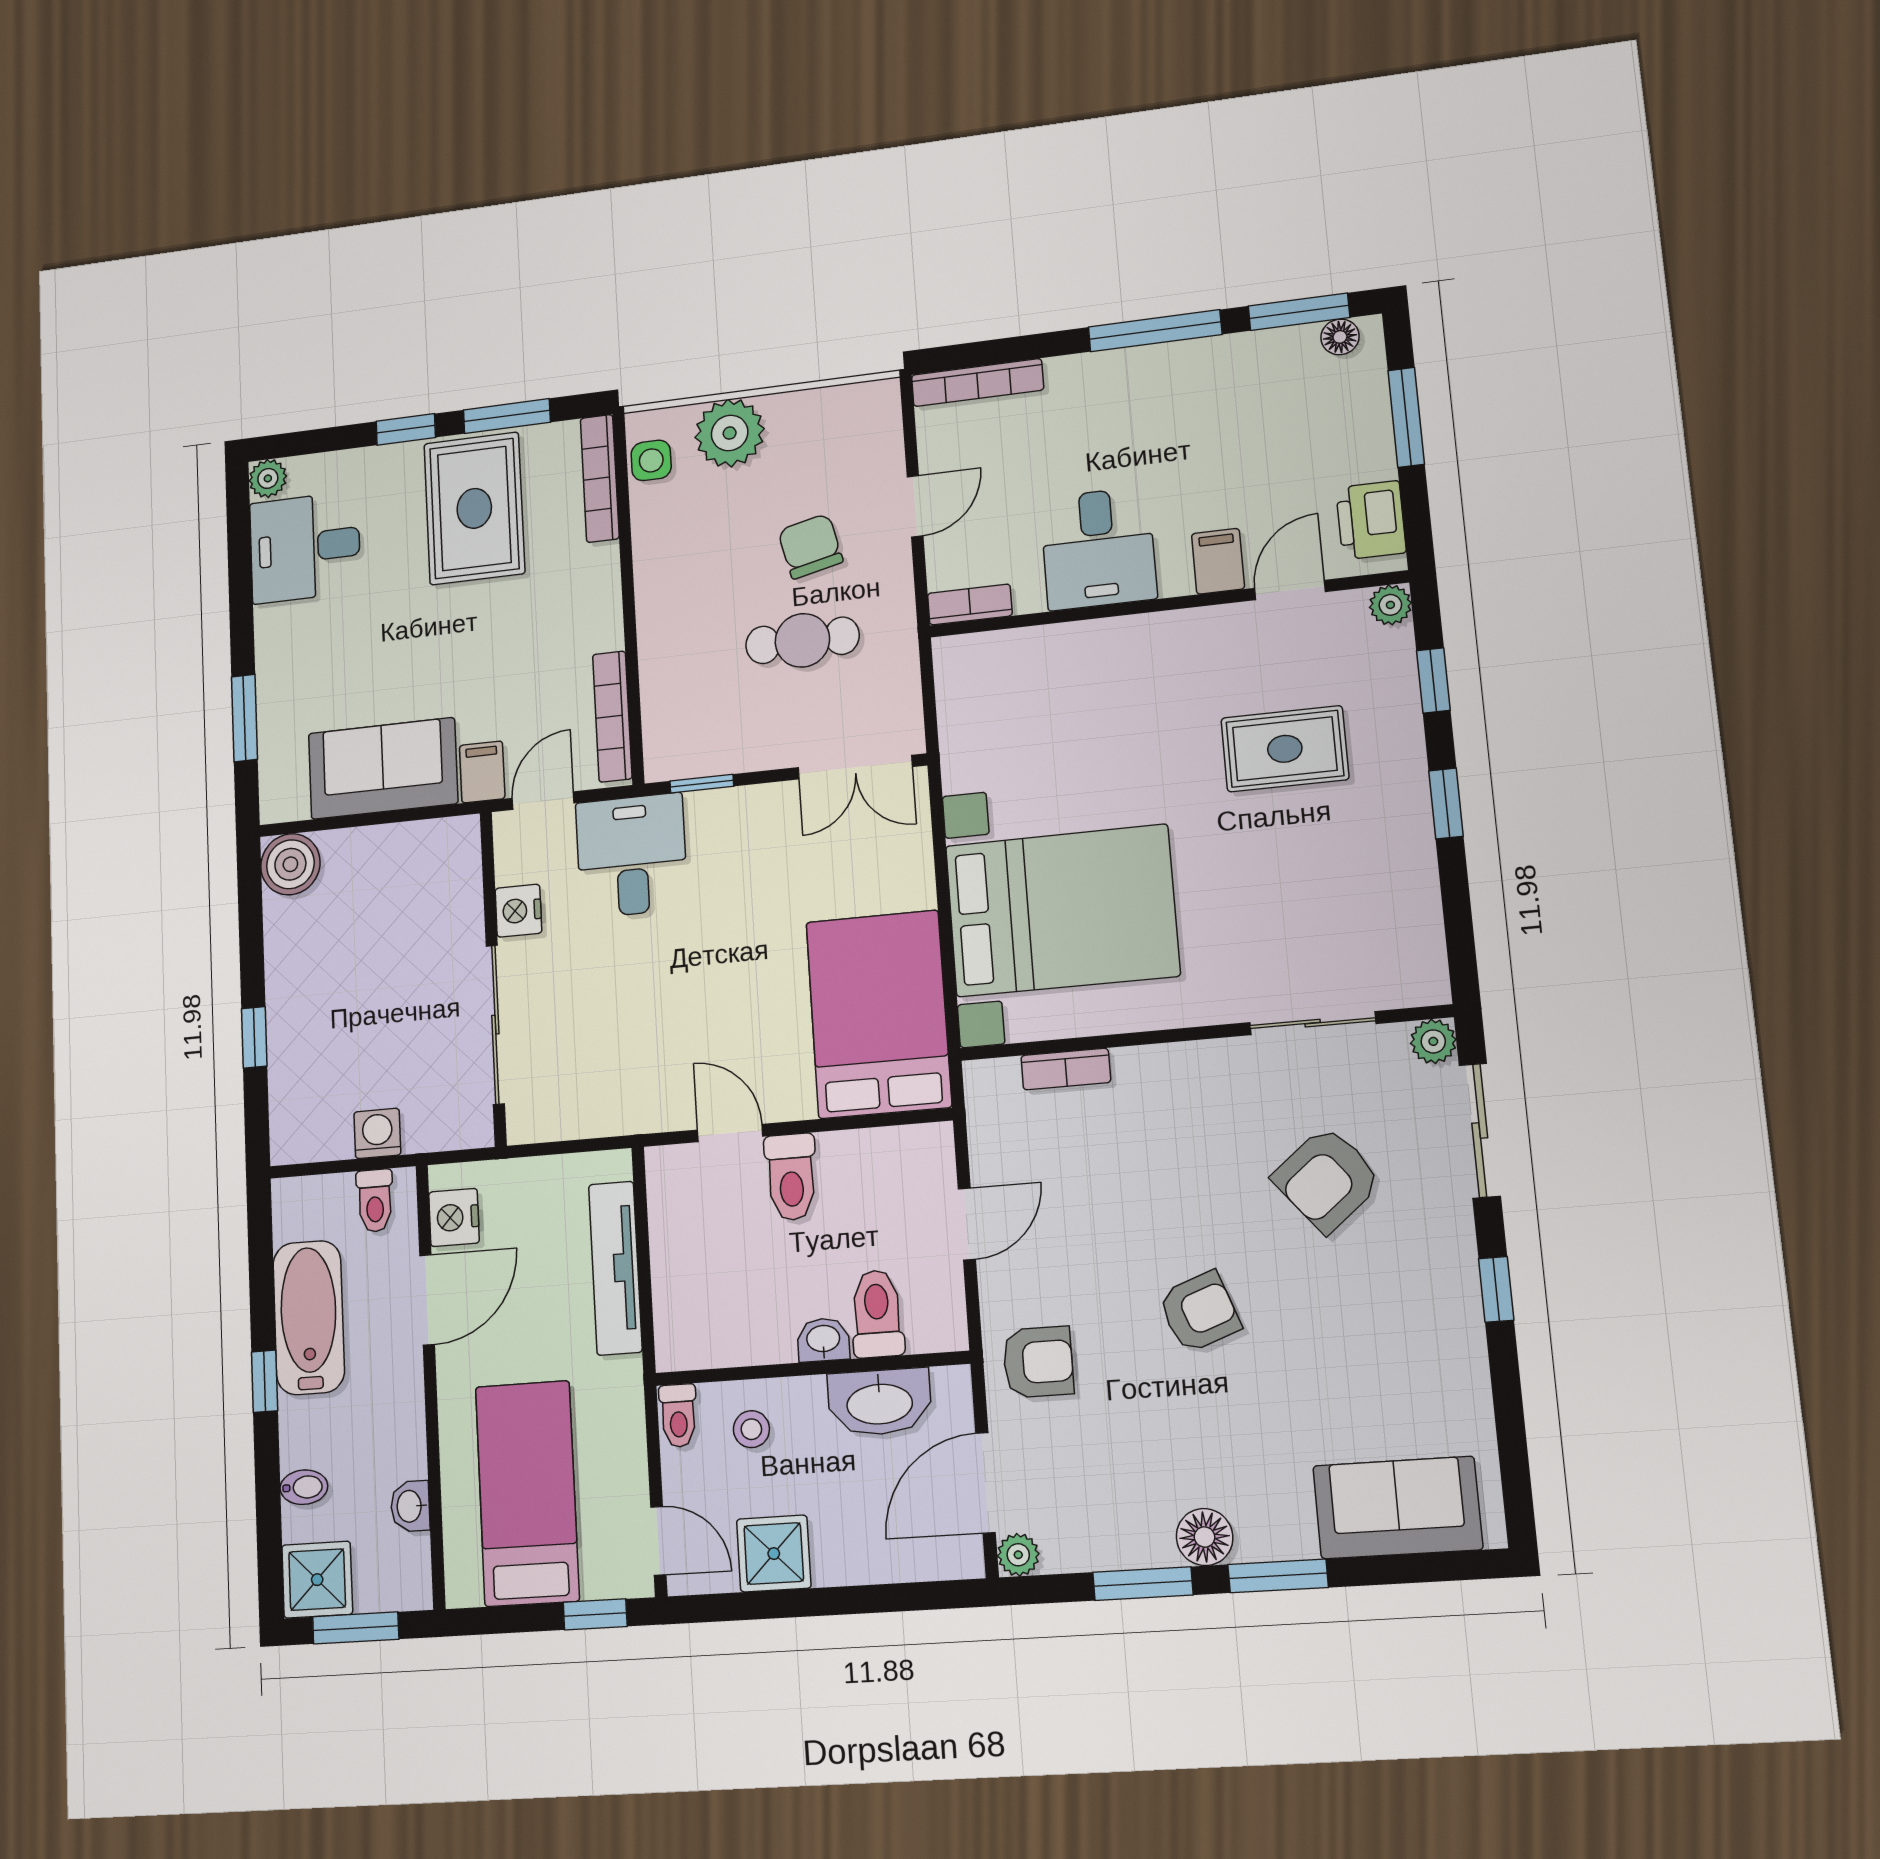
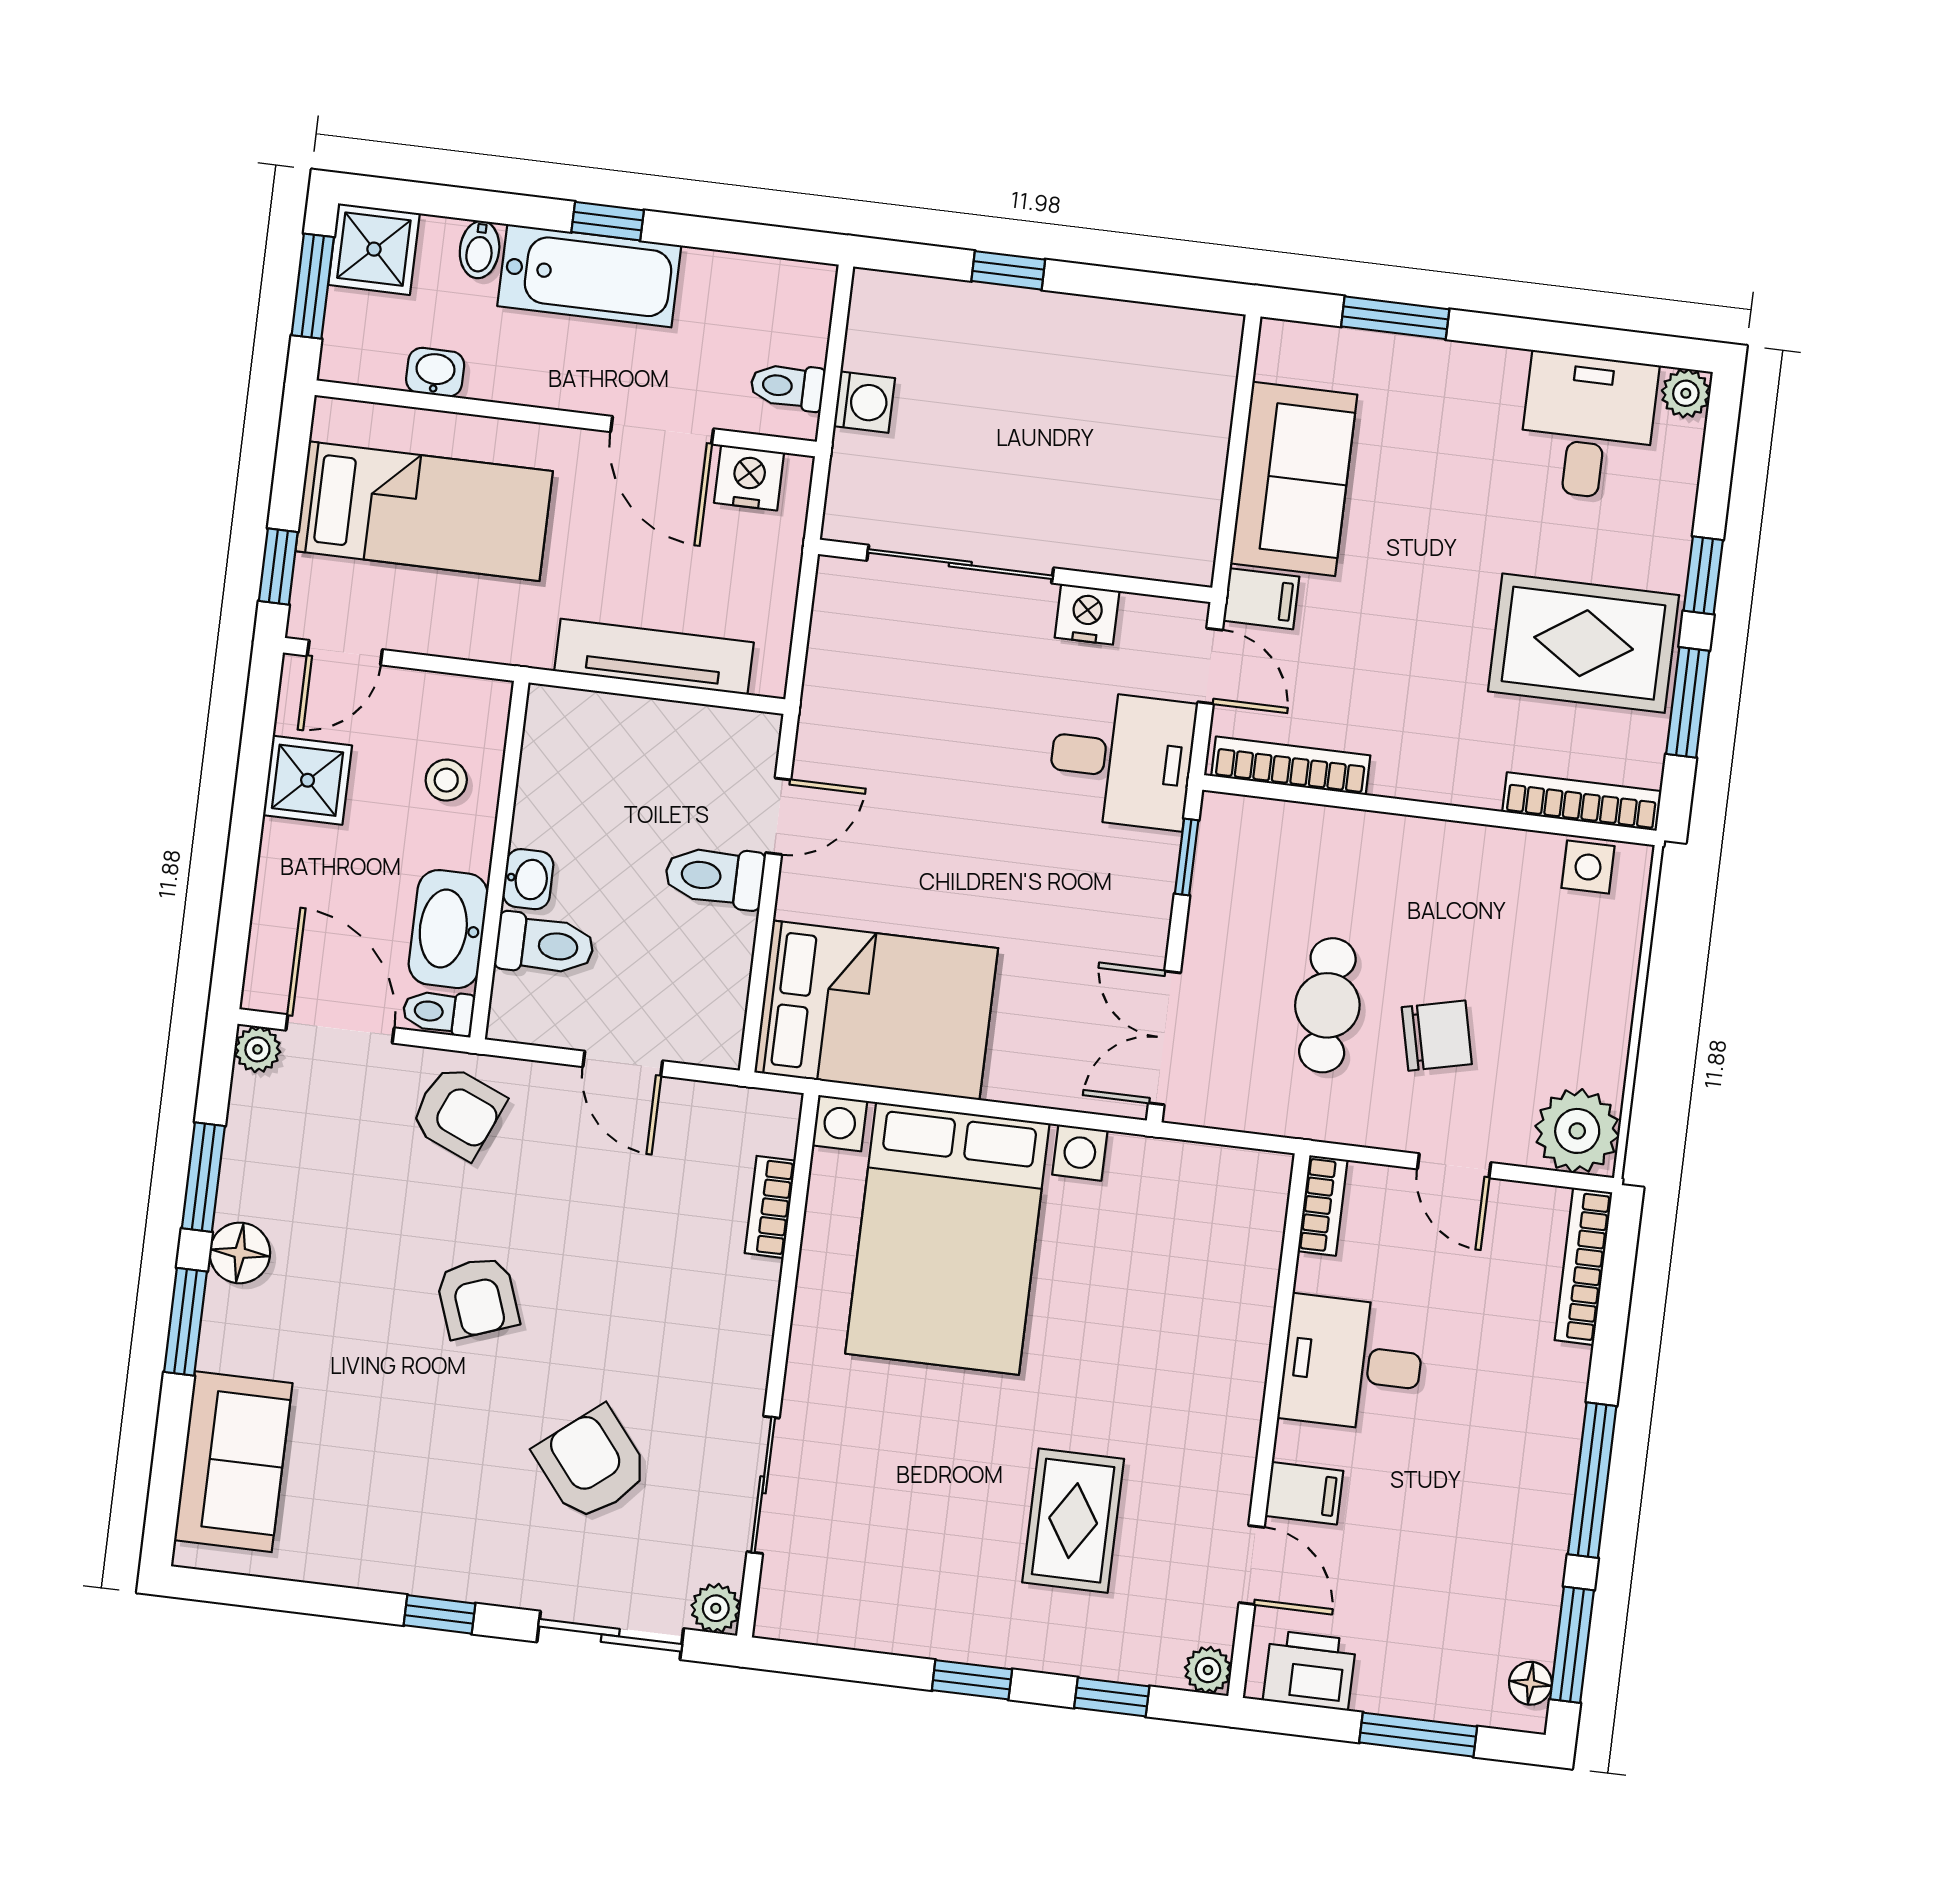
plant: (730, 433) -> (1577, 1131), moved
boiler: (290, 864) -> (1204, 347), removed
bathtub: (309, 1317) -> (589, 276), moved
armchair: (1038, 1362) -> (458, 1112), turned -67
toilet: (678, 1416) -> (438, 1012), moved

